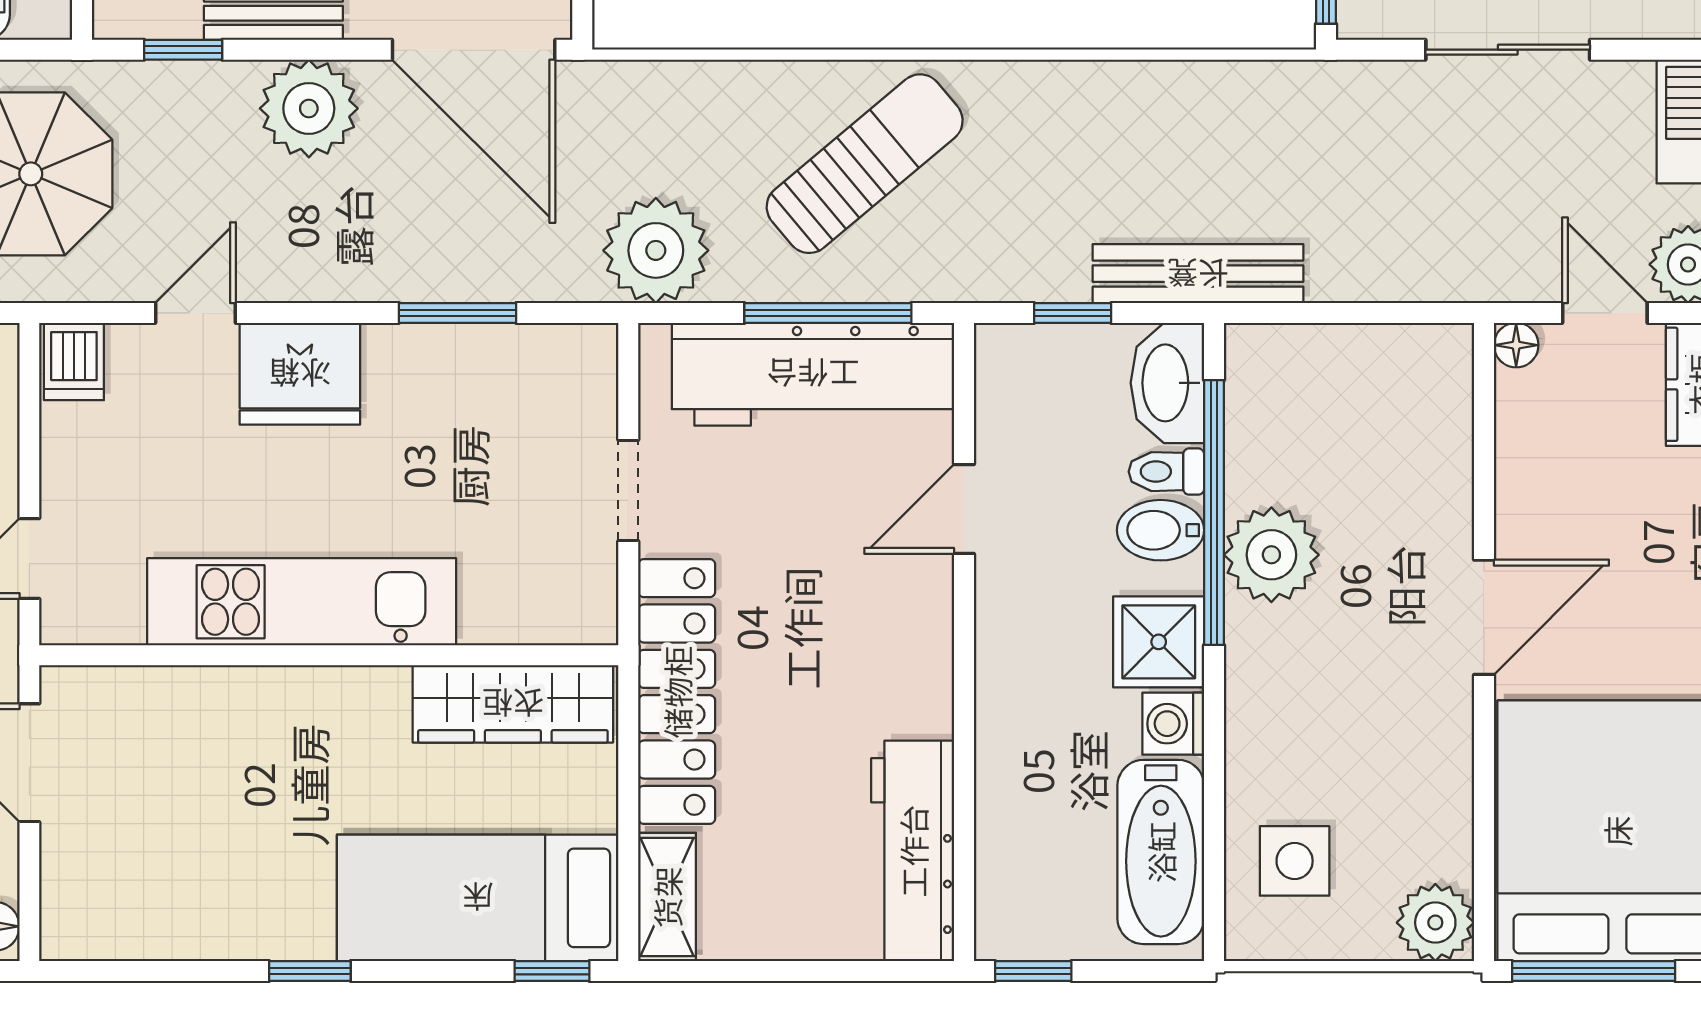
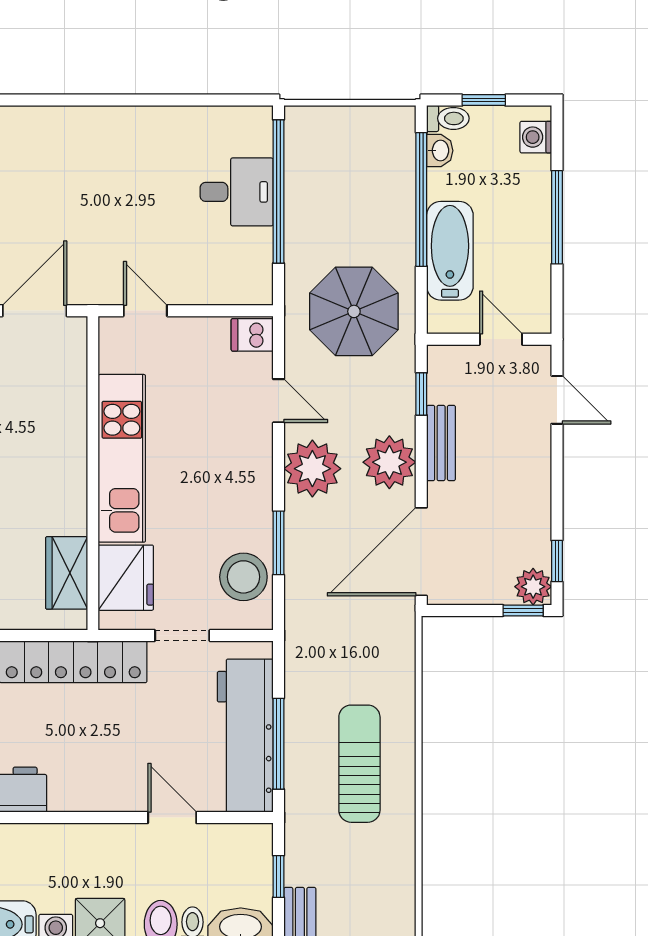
sun lounger: (865, 164) -> (359, 764), turned -140
plant: (656, 250) -> (312, 469), moved
fridge: (300, 374) -> (126, 578), moved, turned 180
stool: (520, 378) -> (243, 577), added
wardrobe: (513, 704) -> (67, 573), width x0.67

